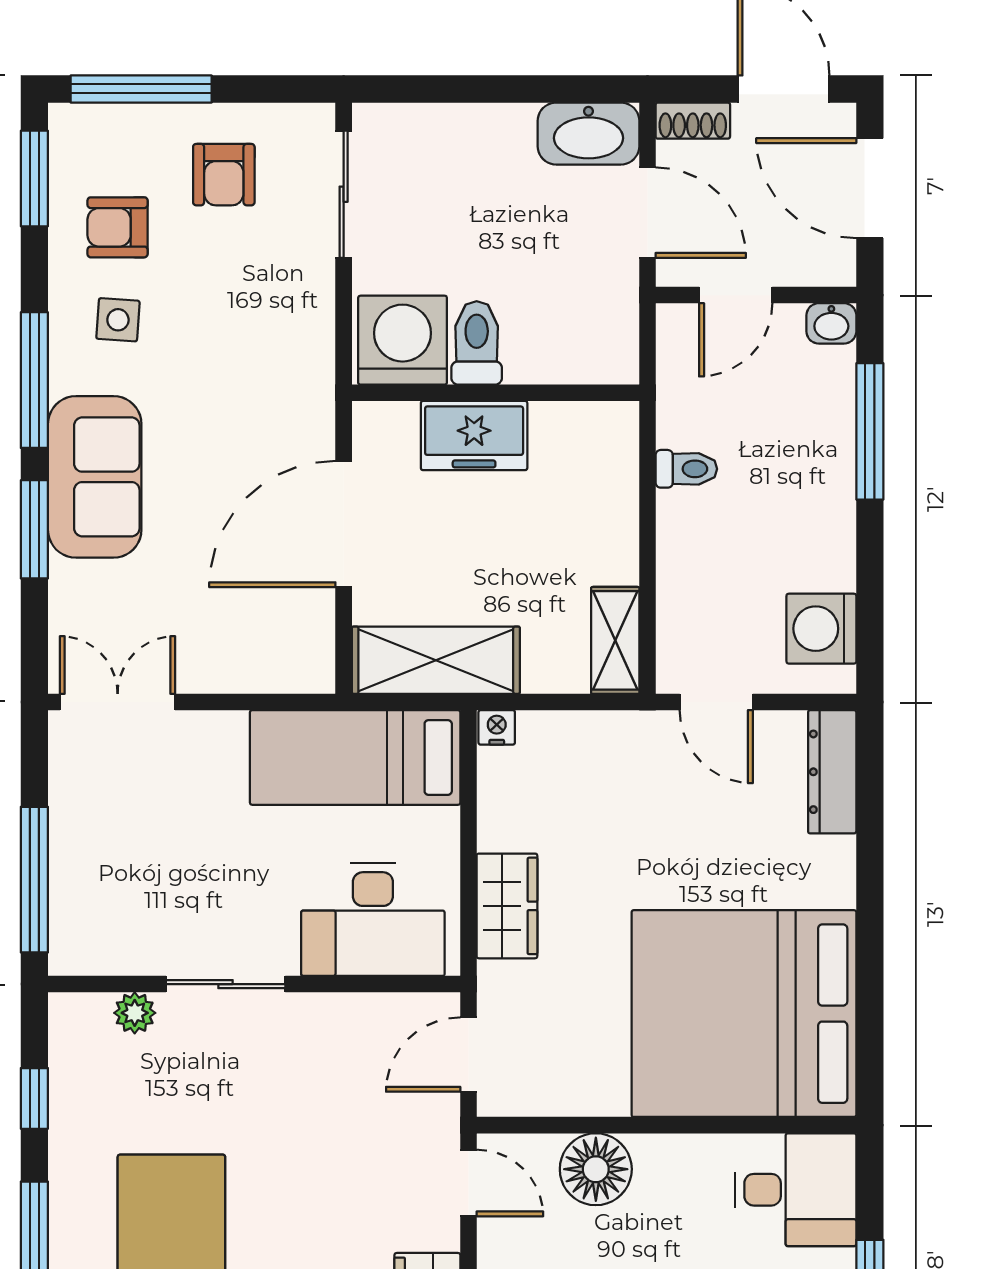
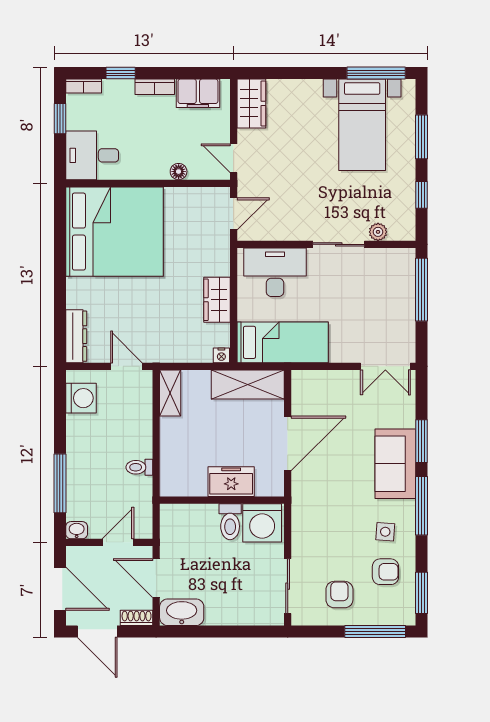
wardrobe: (507, 906) -> (217, 300), moved
floor lamp: (596, 1169) -> (179, 172), width x0.53, depth x0.53

